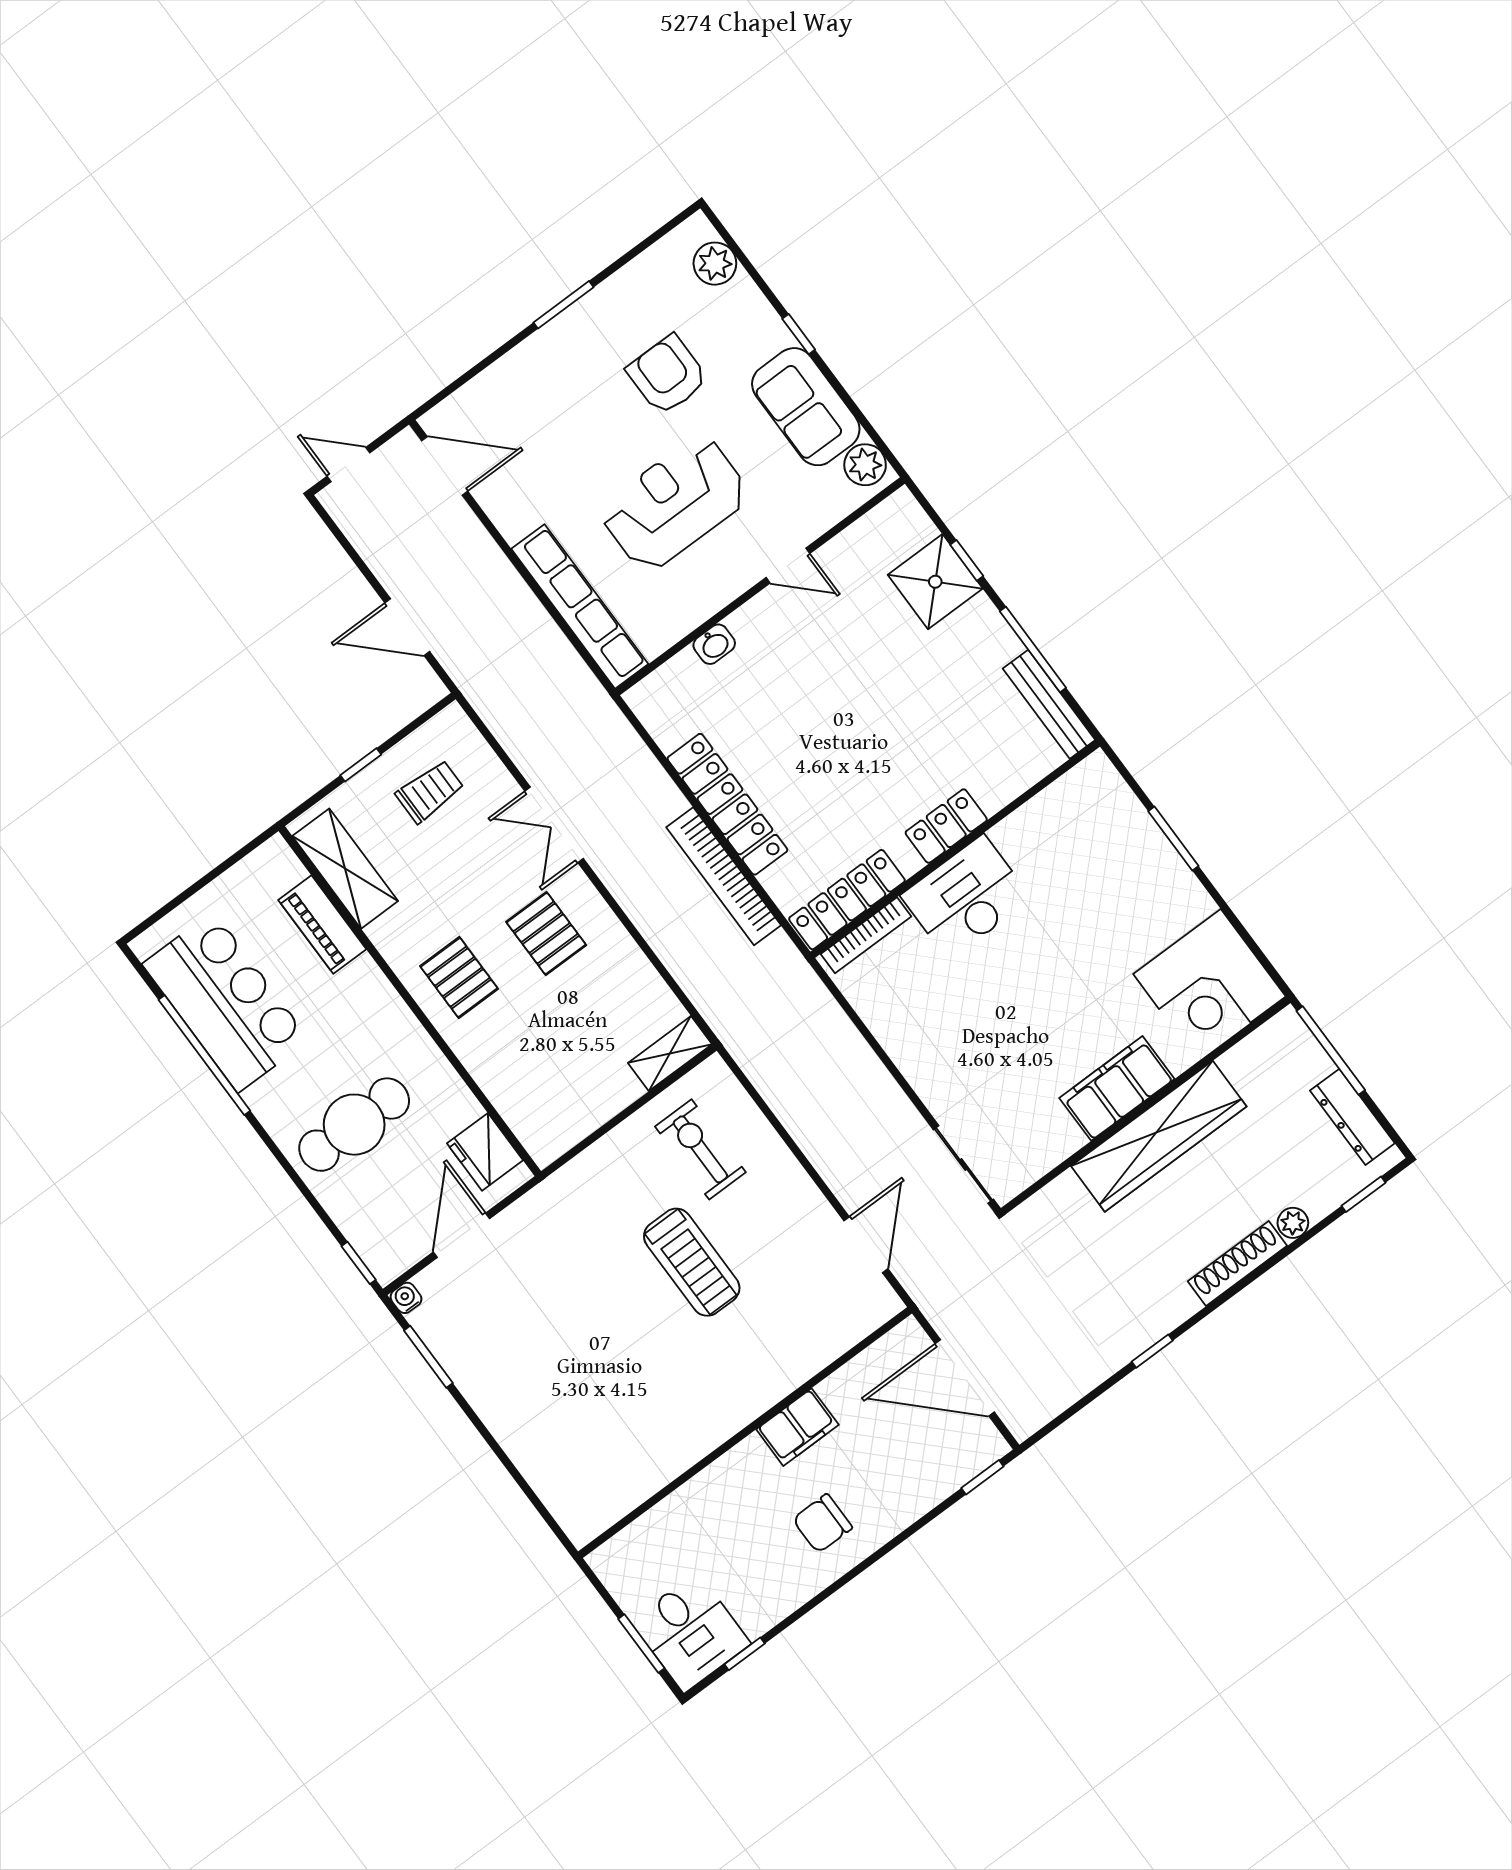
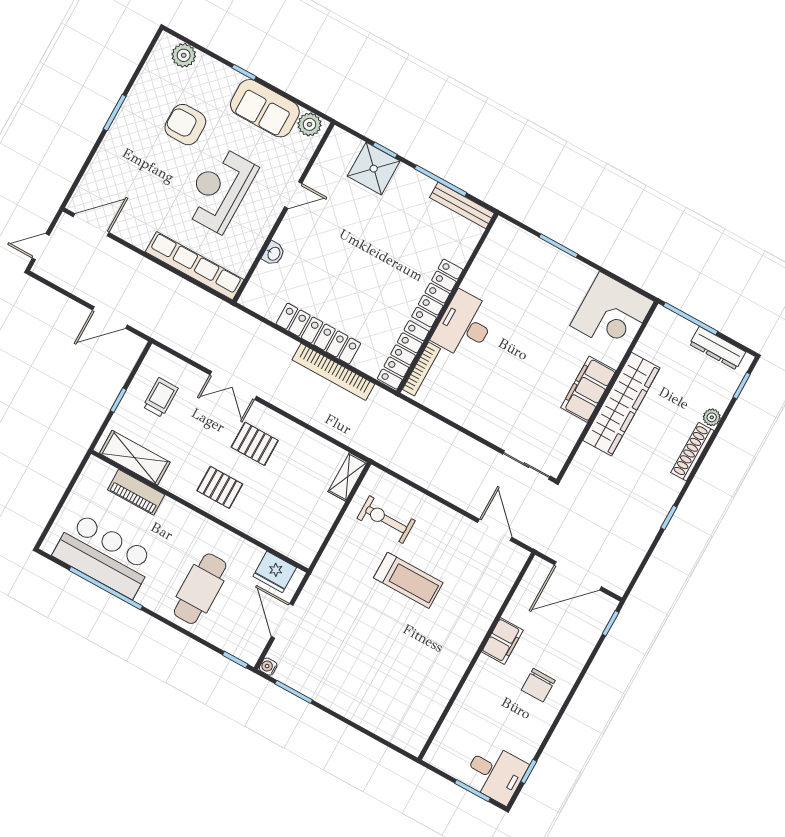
locker: (946, 826) -> (437, 293), width x1.53

